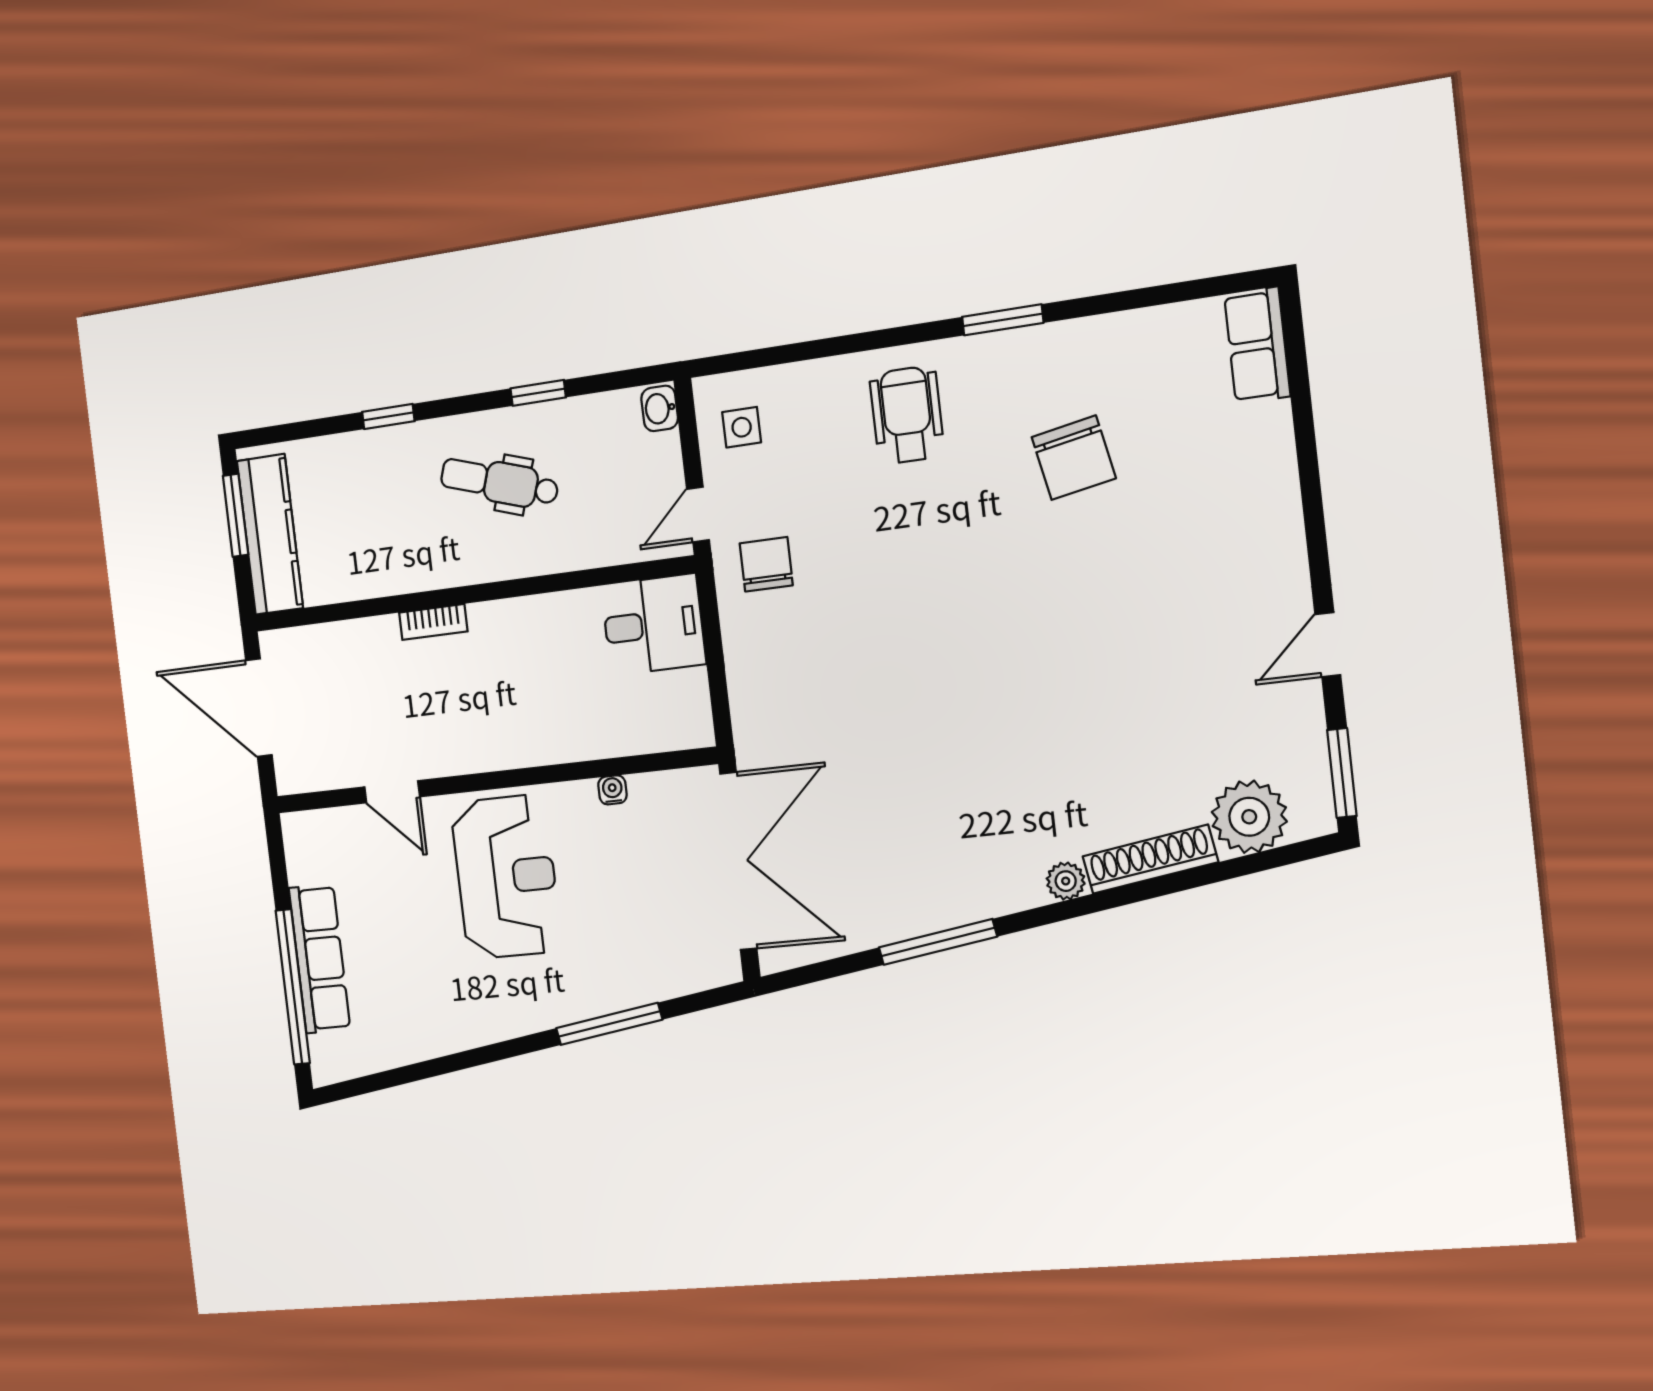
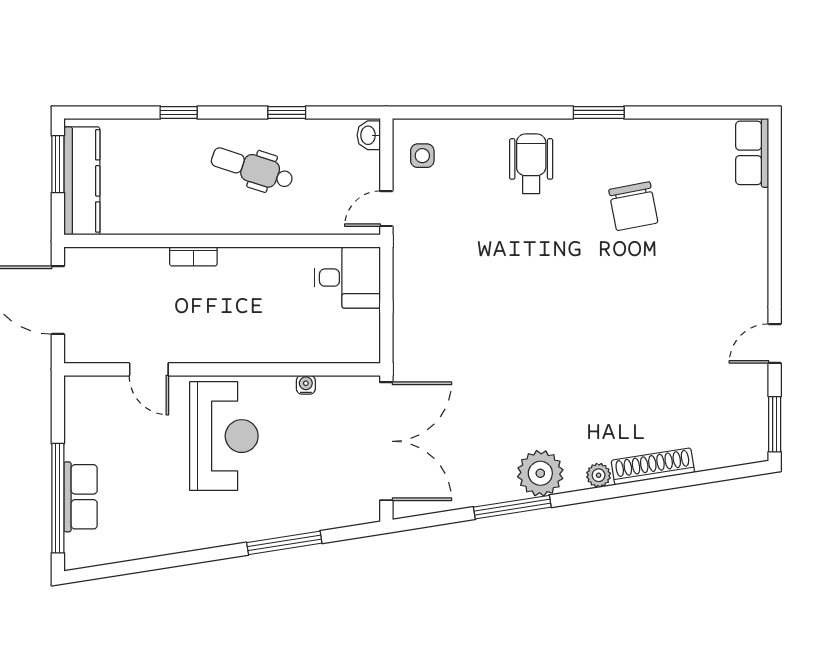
chair: (766, 564) -> (428, 247), removed
plant: (1249, 817) -> (540, 473), moved
row of seats: (320, 959) -> (81, 497), width x0.68

